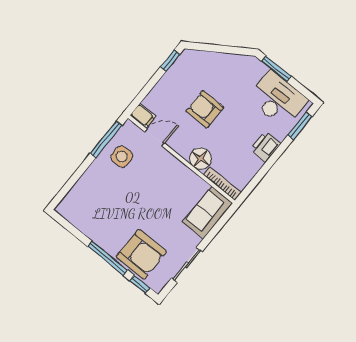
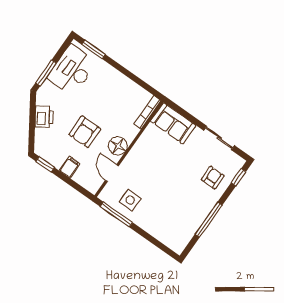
filing cabinet: (143, 116) -> (70, 167), moved
printer: (265, 147) -> (44, 117), moved, turned -123
floor lamp: (201, 159) -> (118, 146), moved
armchair: (141, 254) -> (213, 178), width x0.53, depth x0.53
window: (107, 258) -> (209, 220), moved

